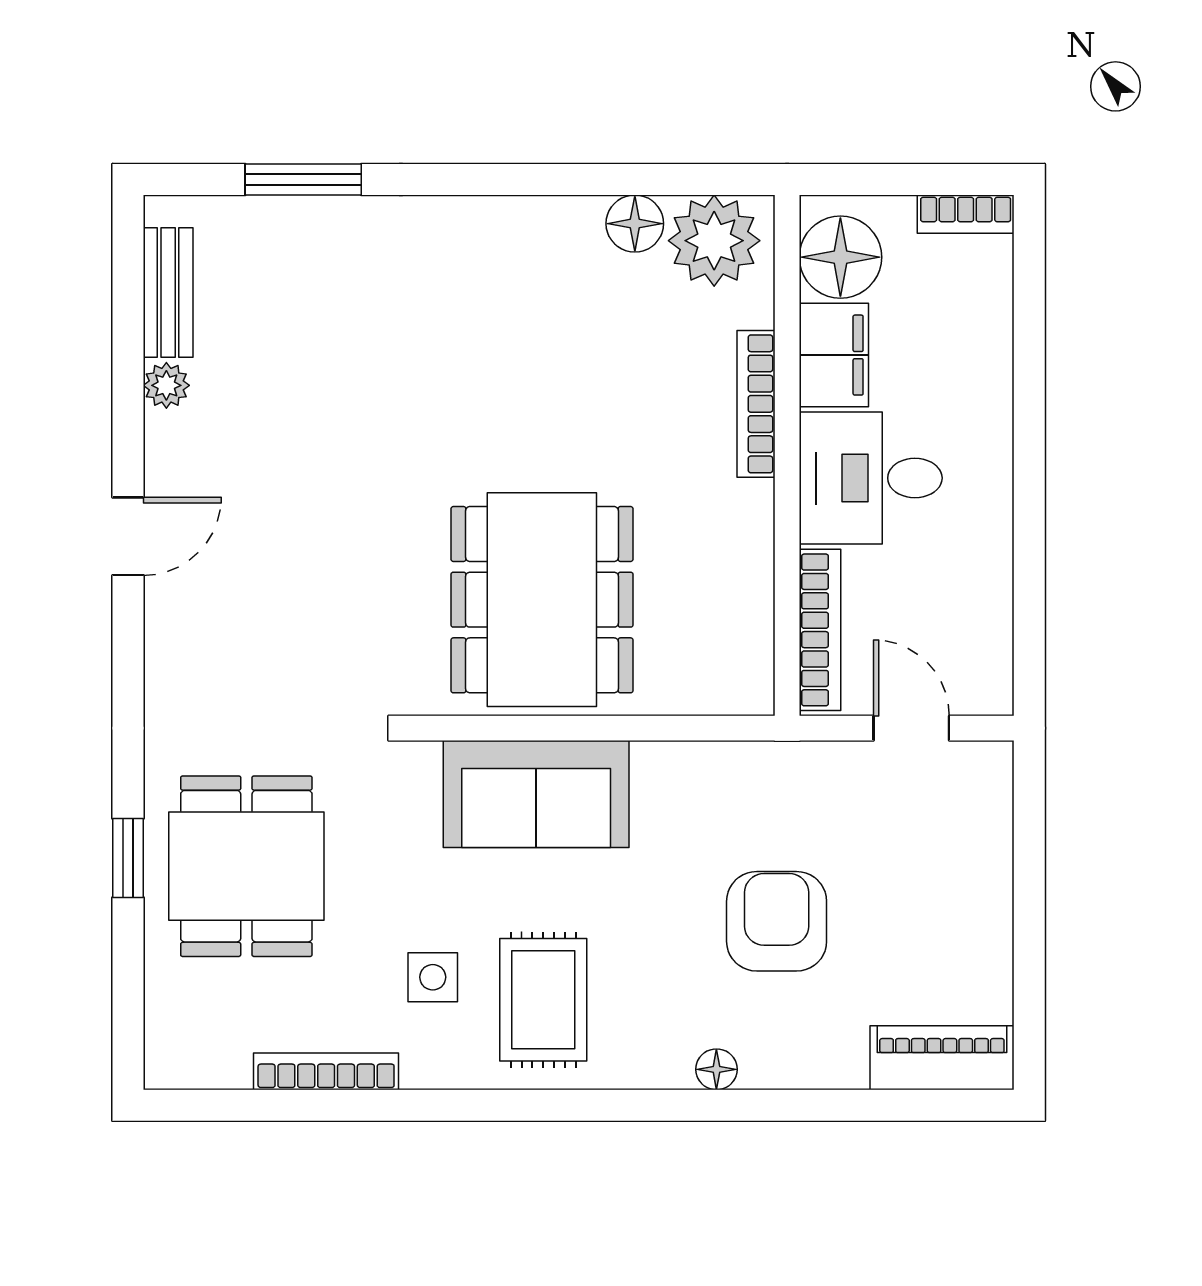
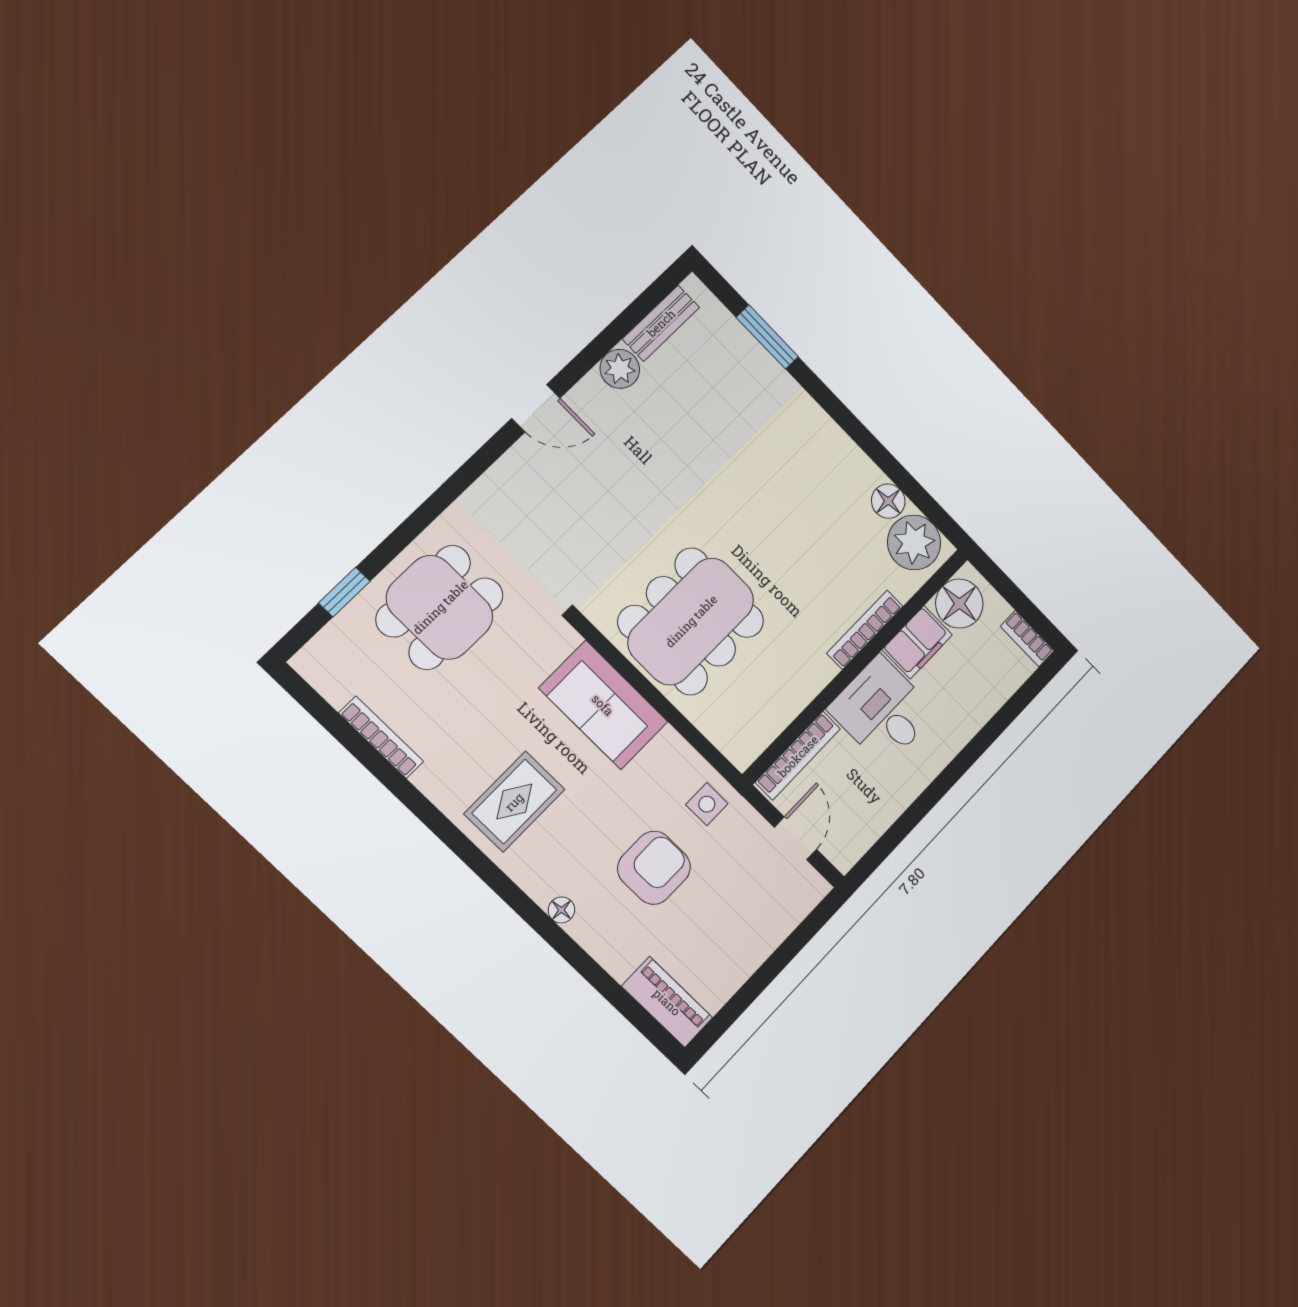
plant: (166, 385) -> (620, 369), width x1.38, depth x1.38
window: (128, 858) -> (344, 592), moved
side table: (433, 977) -> (707, 804), moved

